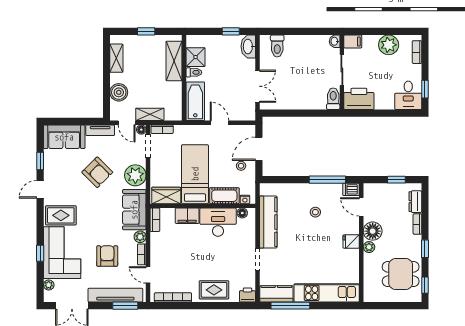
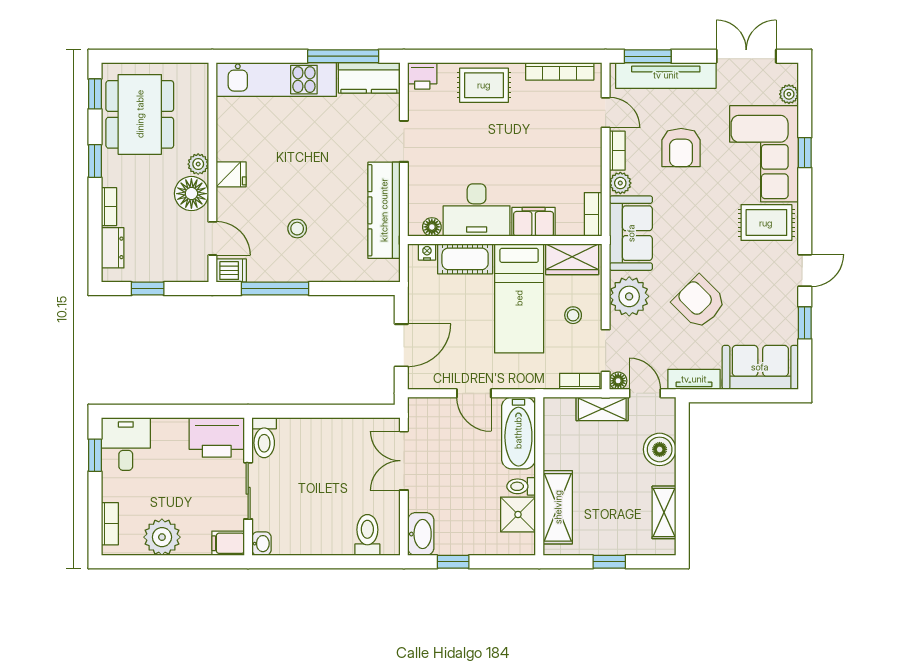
stool: (241, 166) -> (573, 315), moved
dining table: (401, 274) -> (140, 114), width x1.38

